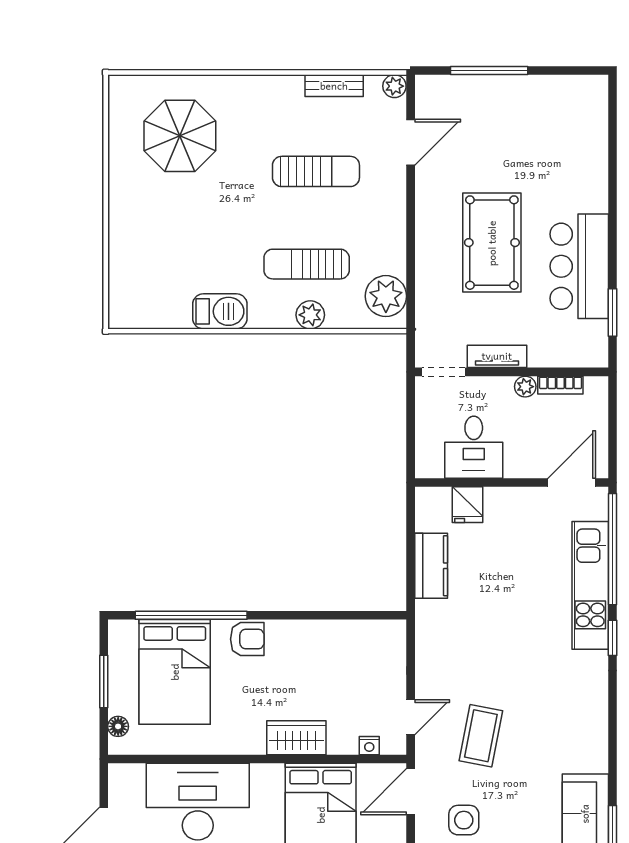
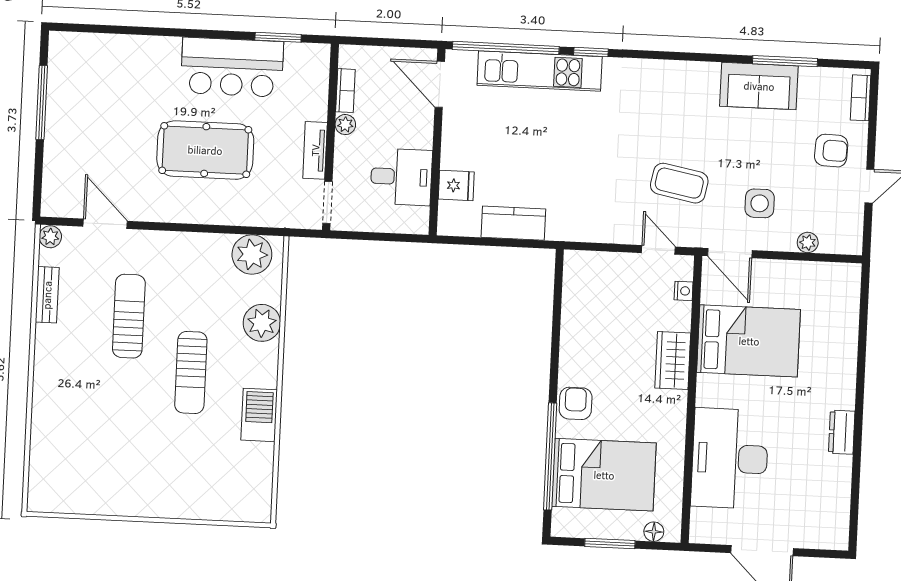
window: (489, 70) -> (42, 102), moved
parasol: (180, 136) -> (88, 445), removed
sun lounger: (307, 264) -> (191, 372), moved
plant: (310, 315) -> (262, 323), width x1.36, depth x1.36

